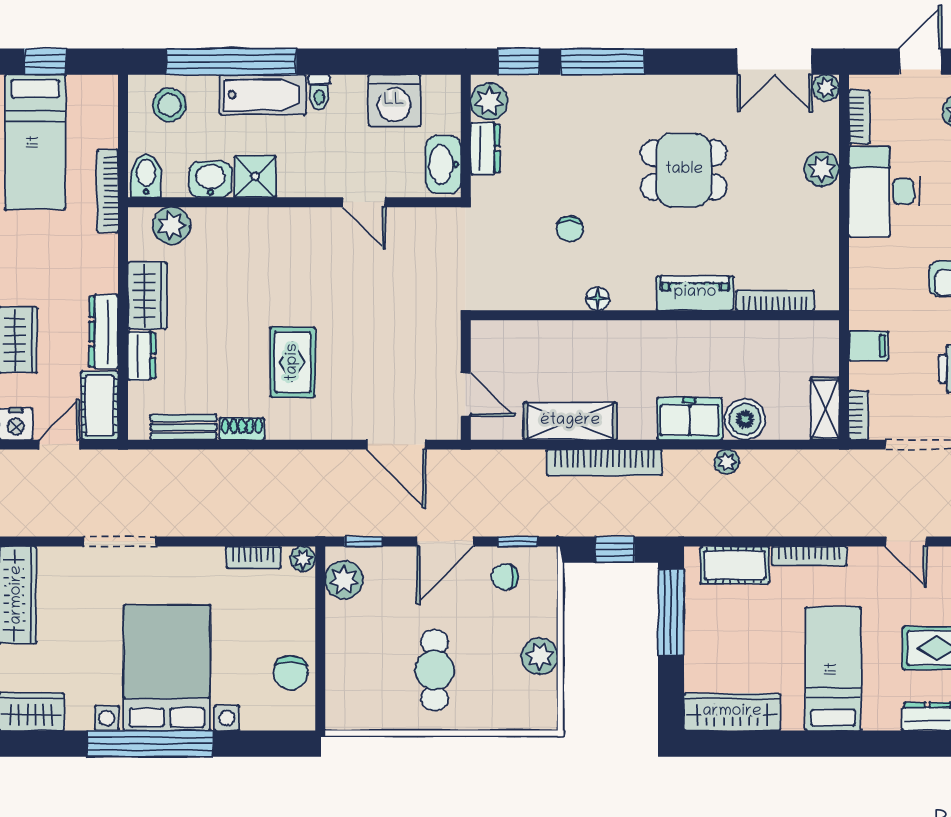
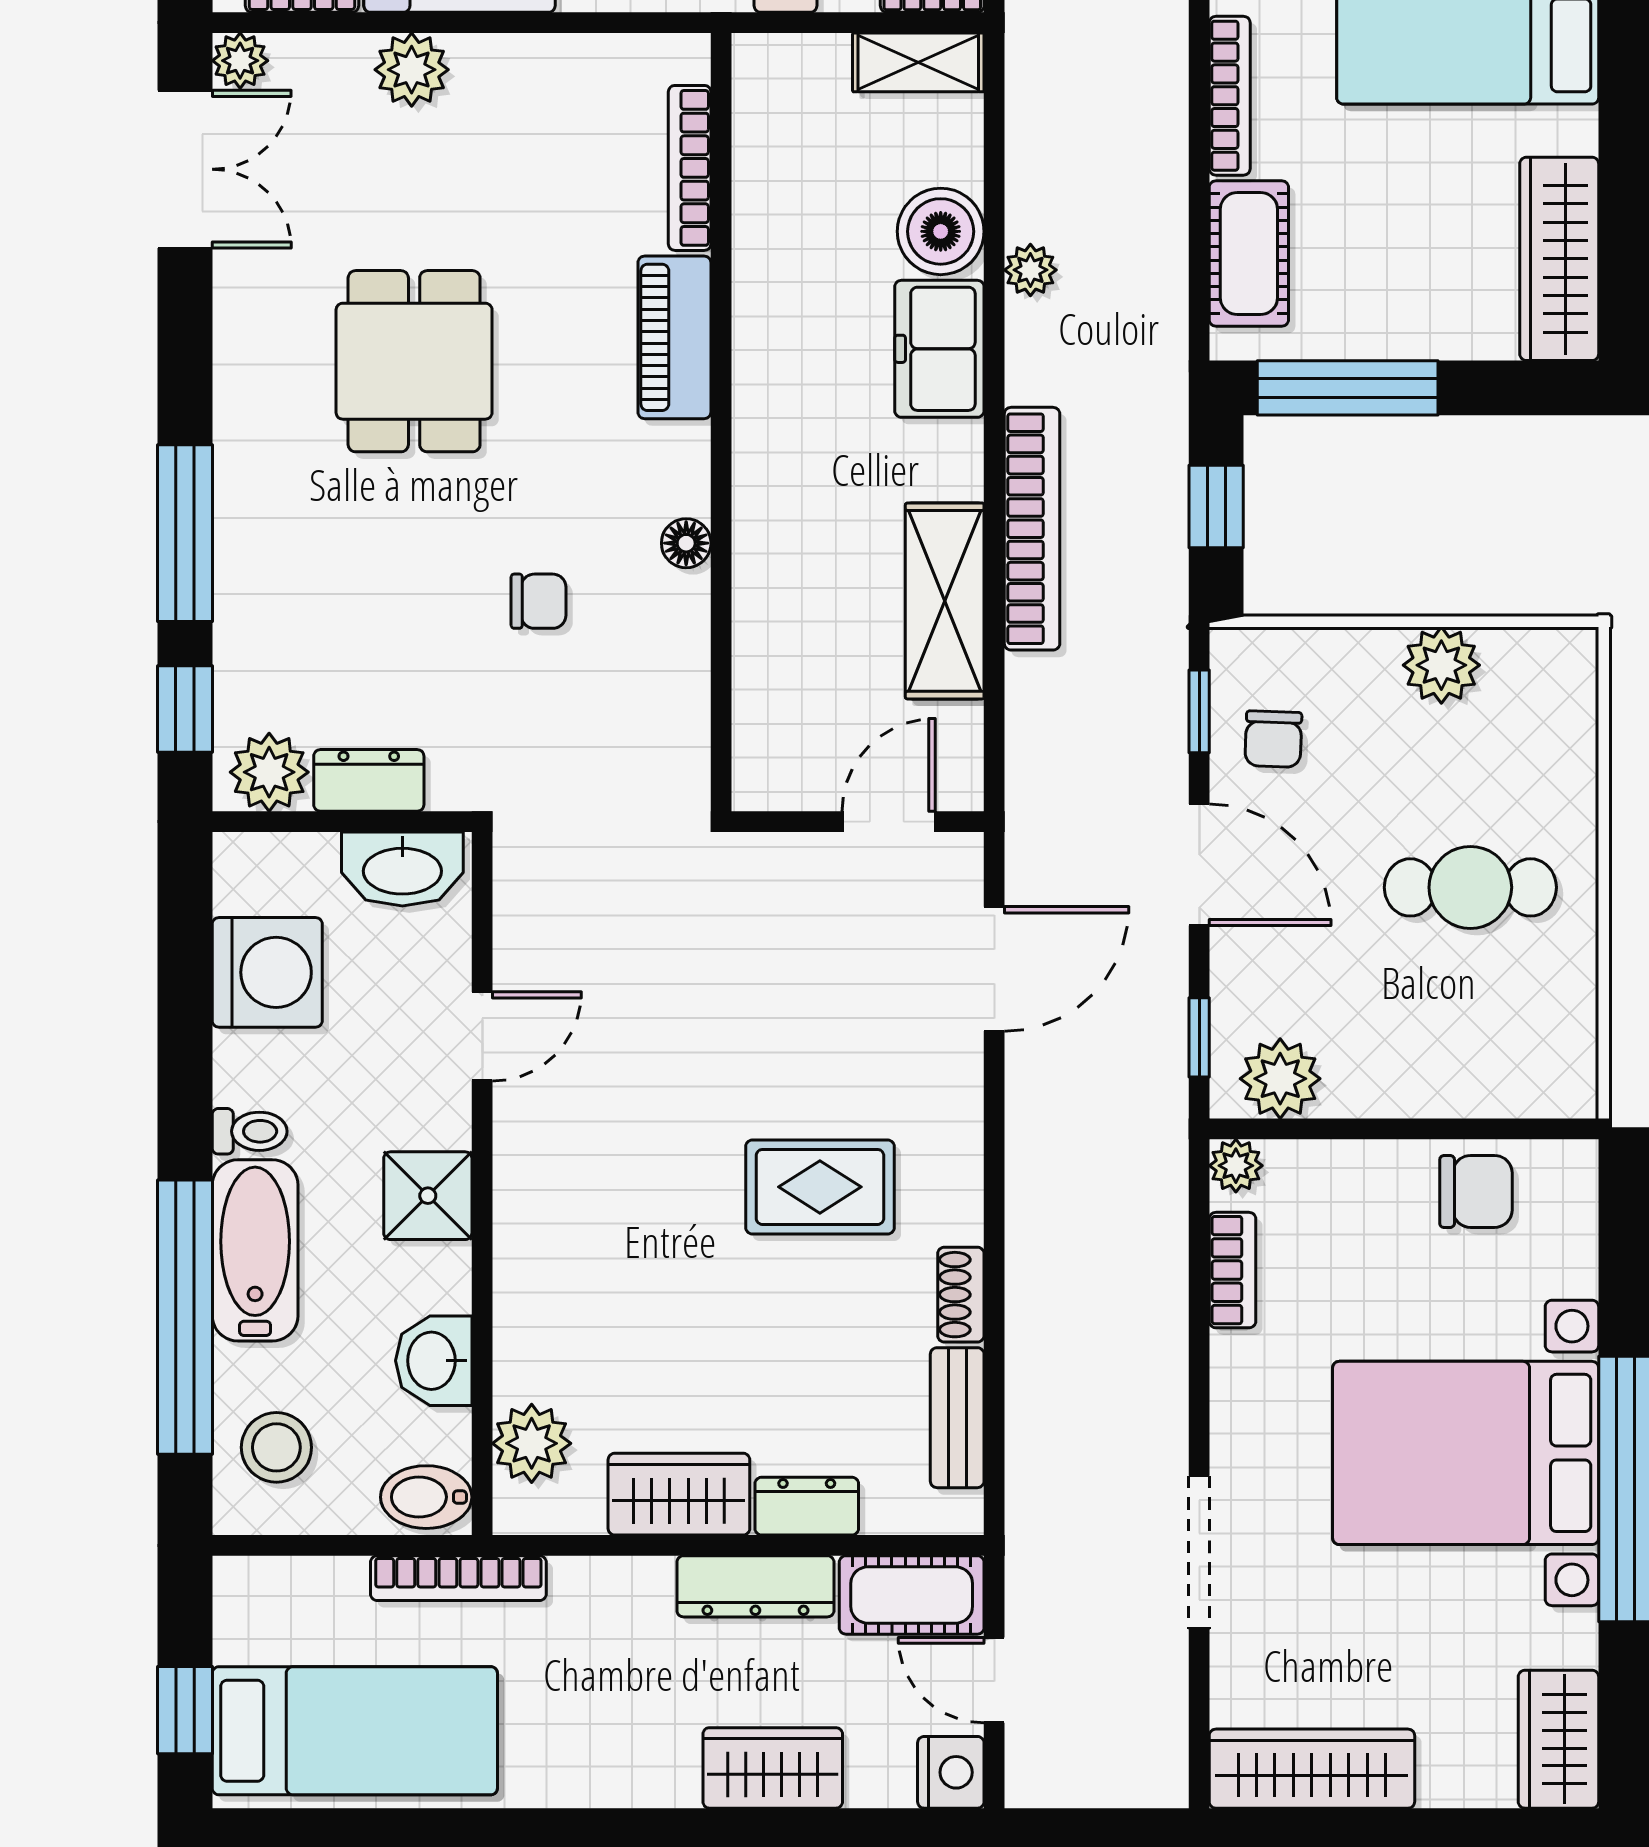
shower: (255, 177) -> (428, 1196), moved

